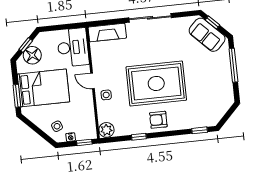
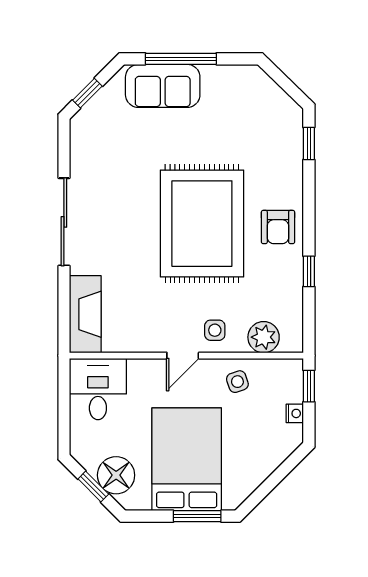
sofa: (207, 35) -> (163, 86), moved, turned 45
desk: (73, 47) -> (98, 389), width x0.73
side table: (57, 126) -> (237, 382), moved
plant: (106, 130) -> (264, 337), moved

